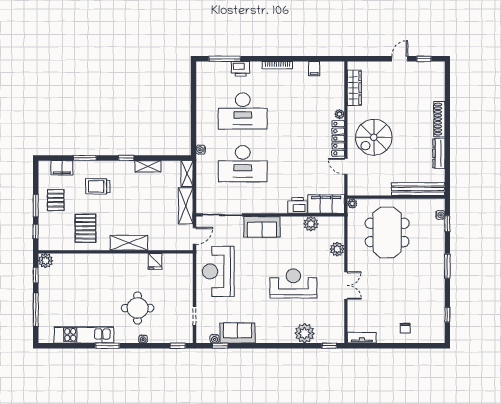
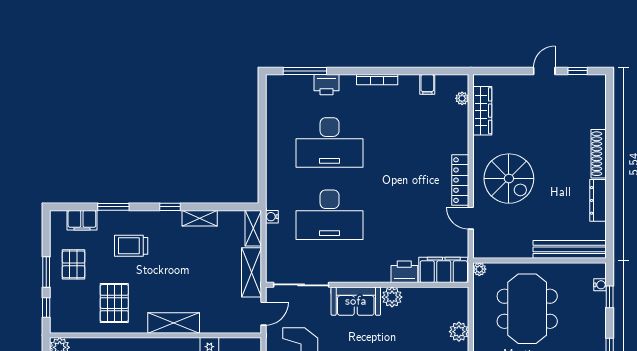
plant: (340, 114) -> (462, 98), moved
spiral stairs: (374, 137) -> (509, 179), turned -90
water cooler: (201, 150) -> (272, 217), moved
plant: (311, 224) -> (392, 297), moved

